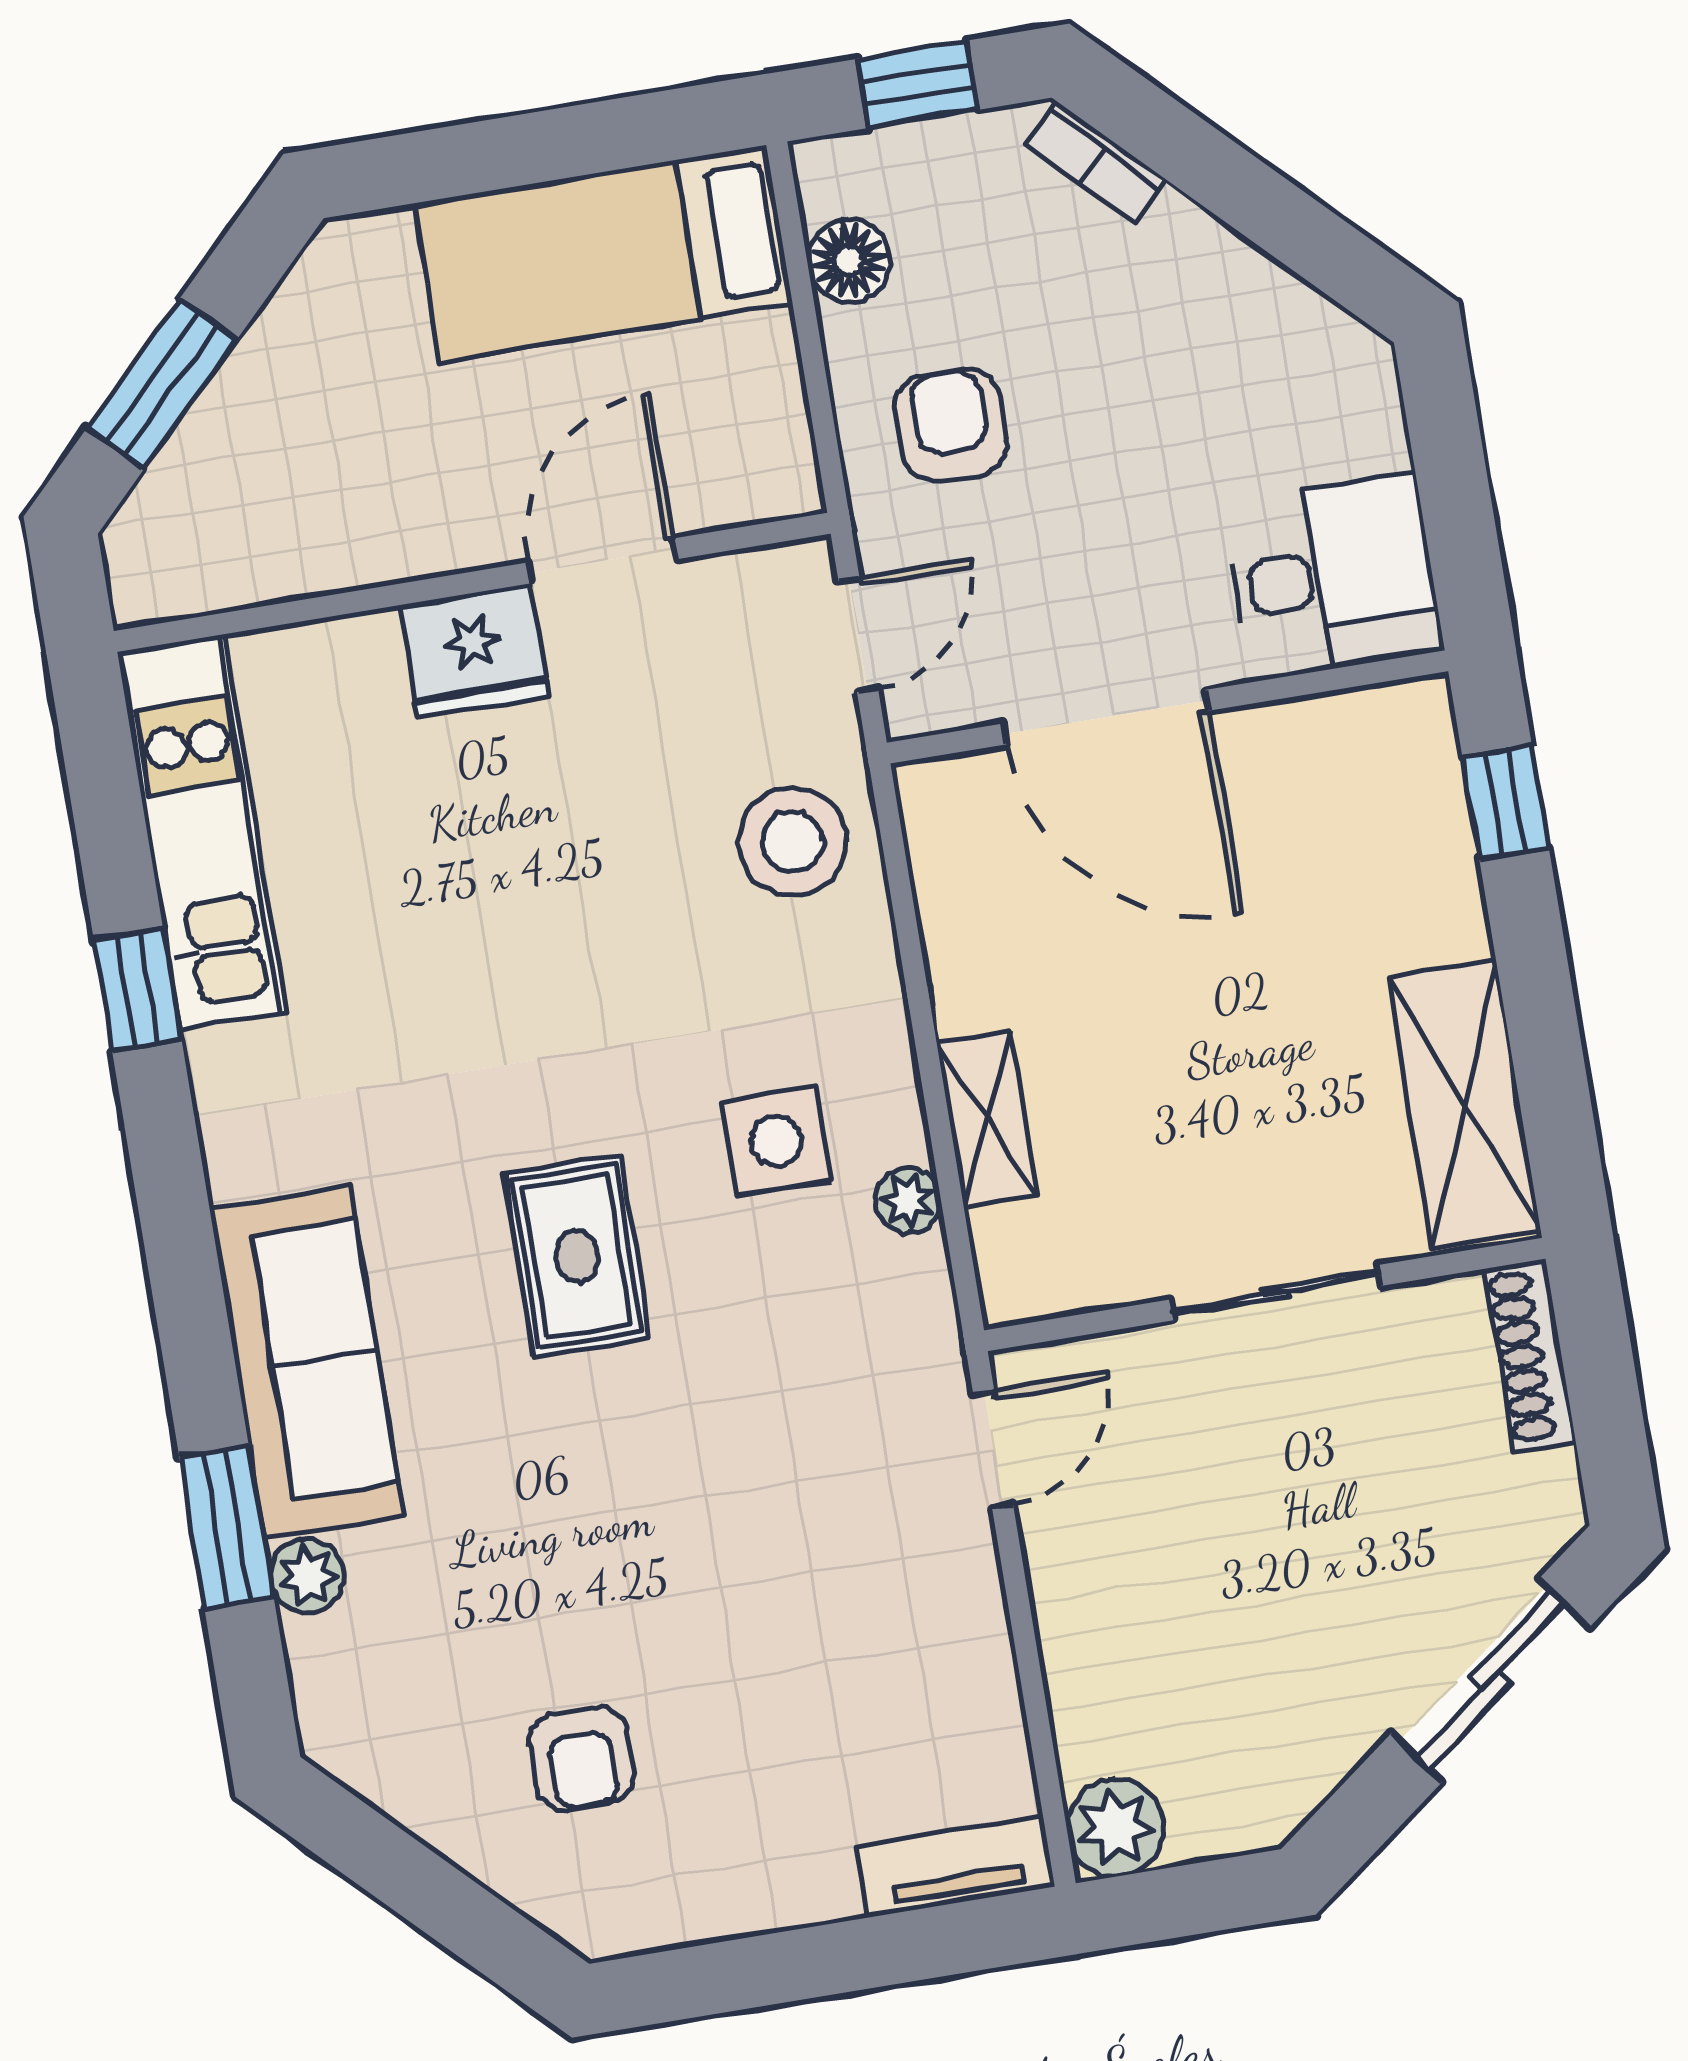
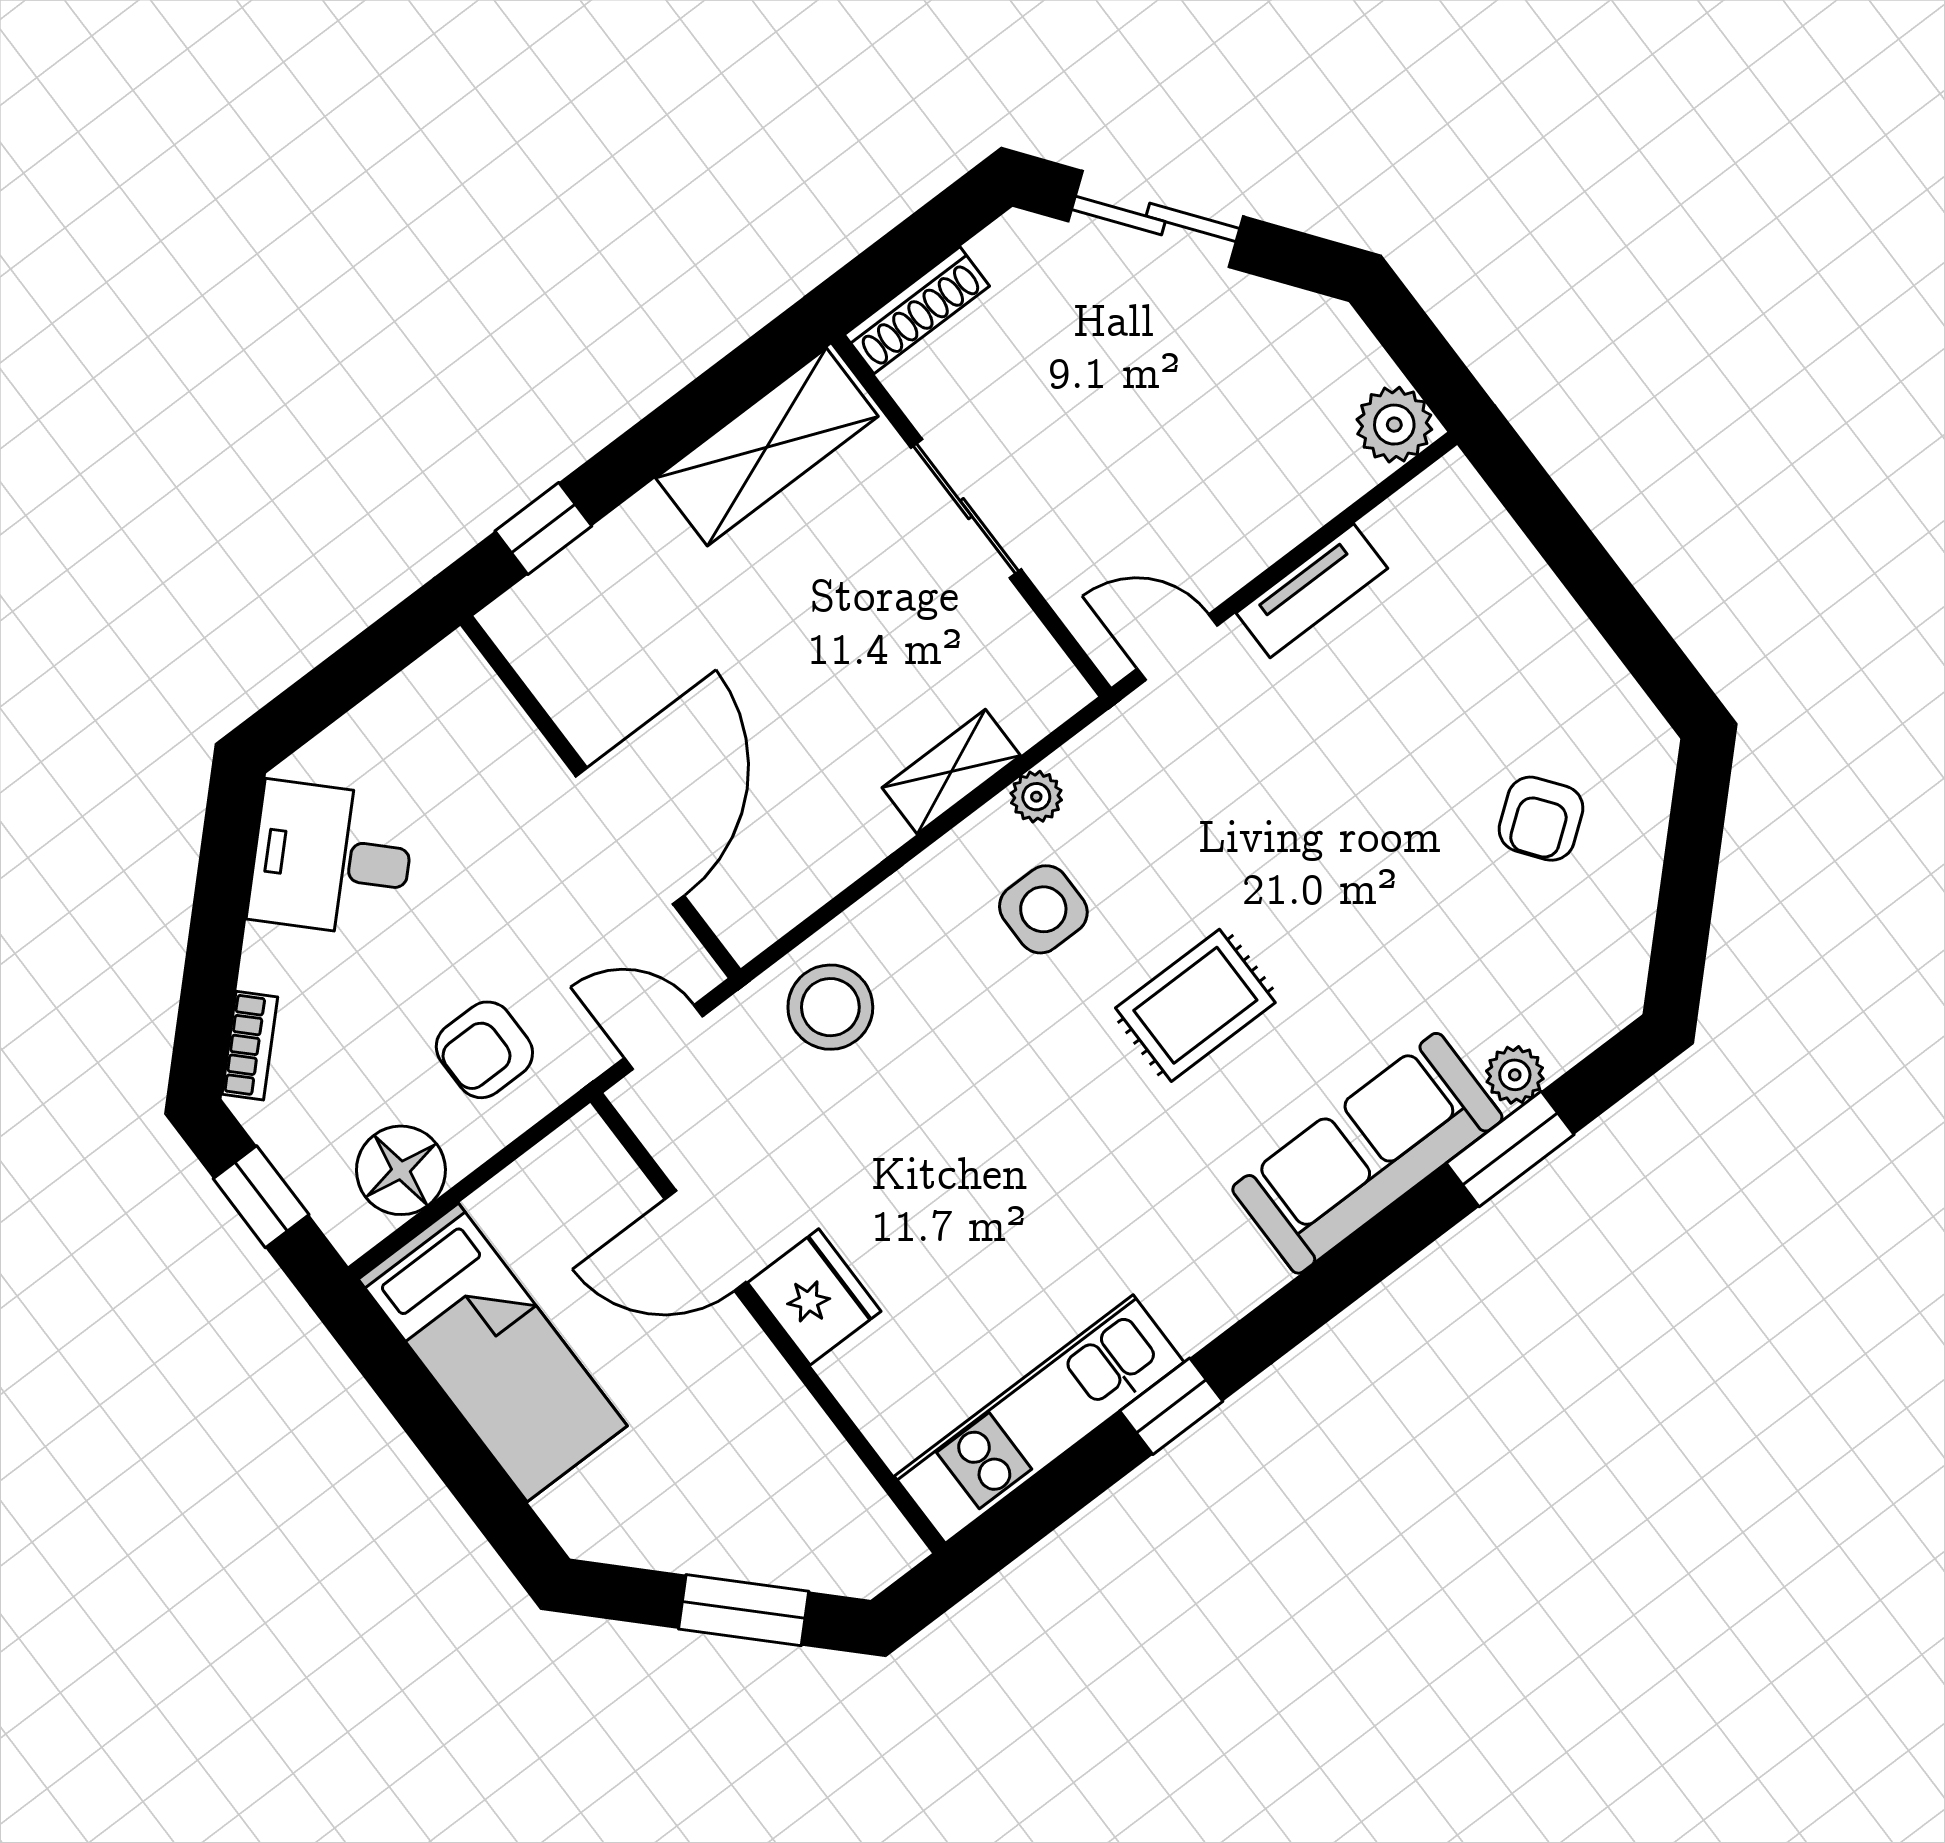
floor lamp: (849, 261) -> (401, 1170), width x1.38, depth x1.38
desk: (1333, 577) -> (332, 859), moved, turned -45
armchair: (582, 1758) -> (1541, 819), turned 143
tv unit: (956, 1867) -> (1312, 591), moved, turned -90

